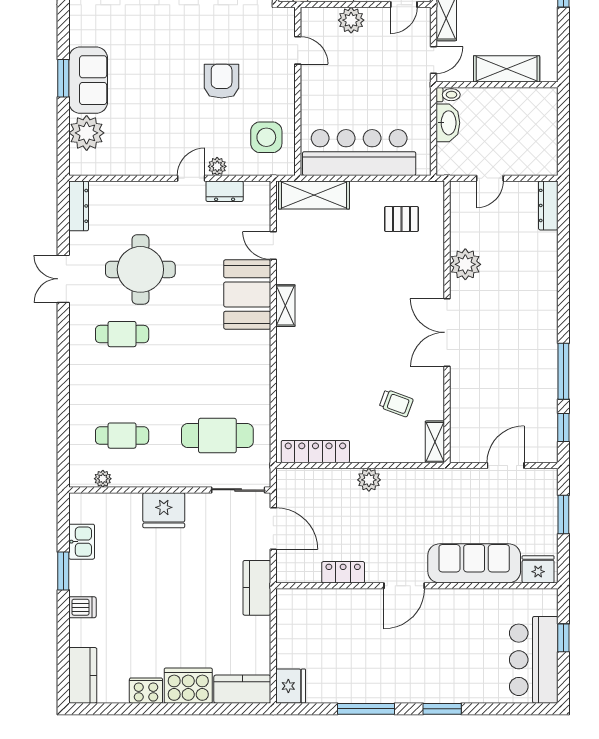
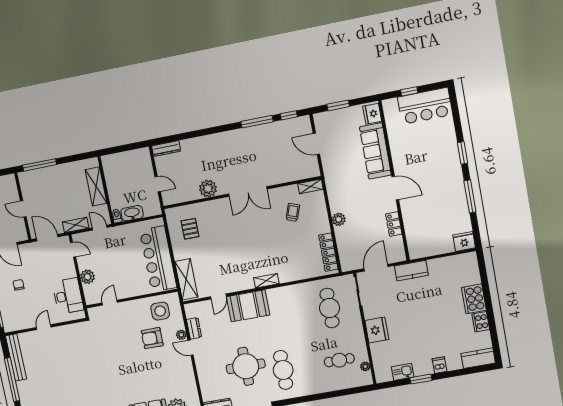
armchair: (222, 81) -> (152, 338), moved
shelving: (285, 306) -> (266, 281), moved
cafe table: (122, 334) -> (283, 370), width x1.37, depth x1.35
cafe table: (122, 436) -> (339, 360), turned 90
kitchen counter: (242, 689) -> (471, 268), removed

